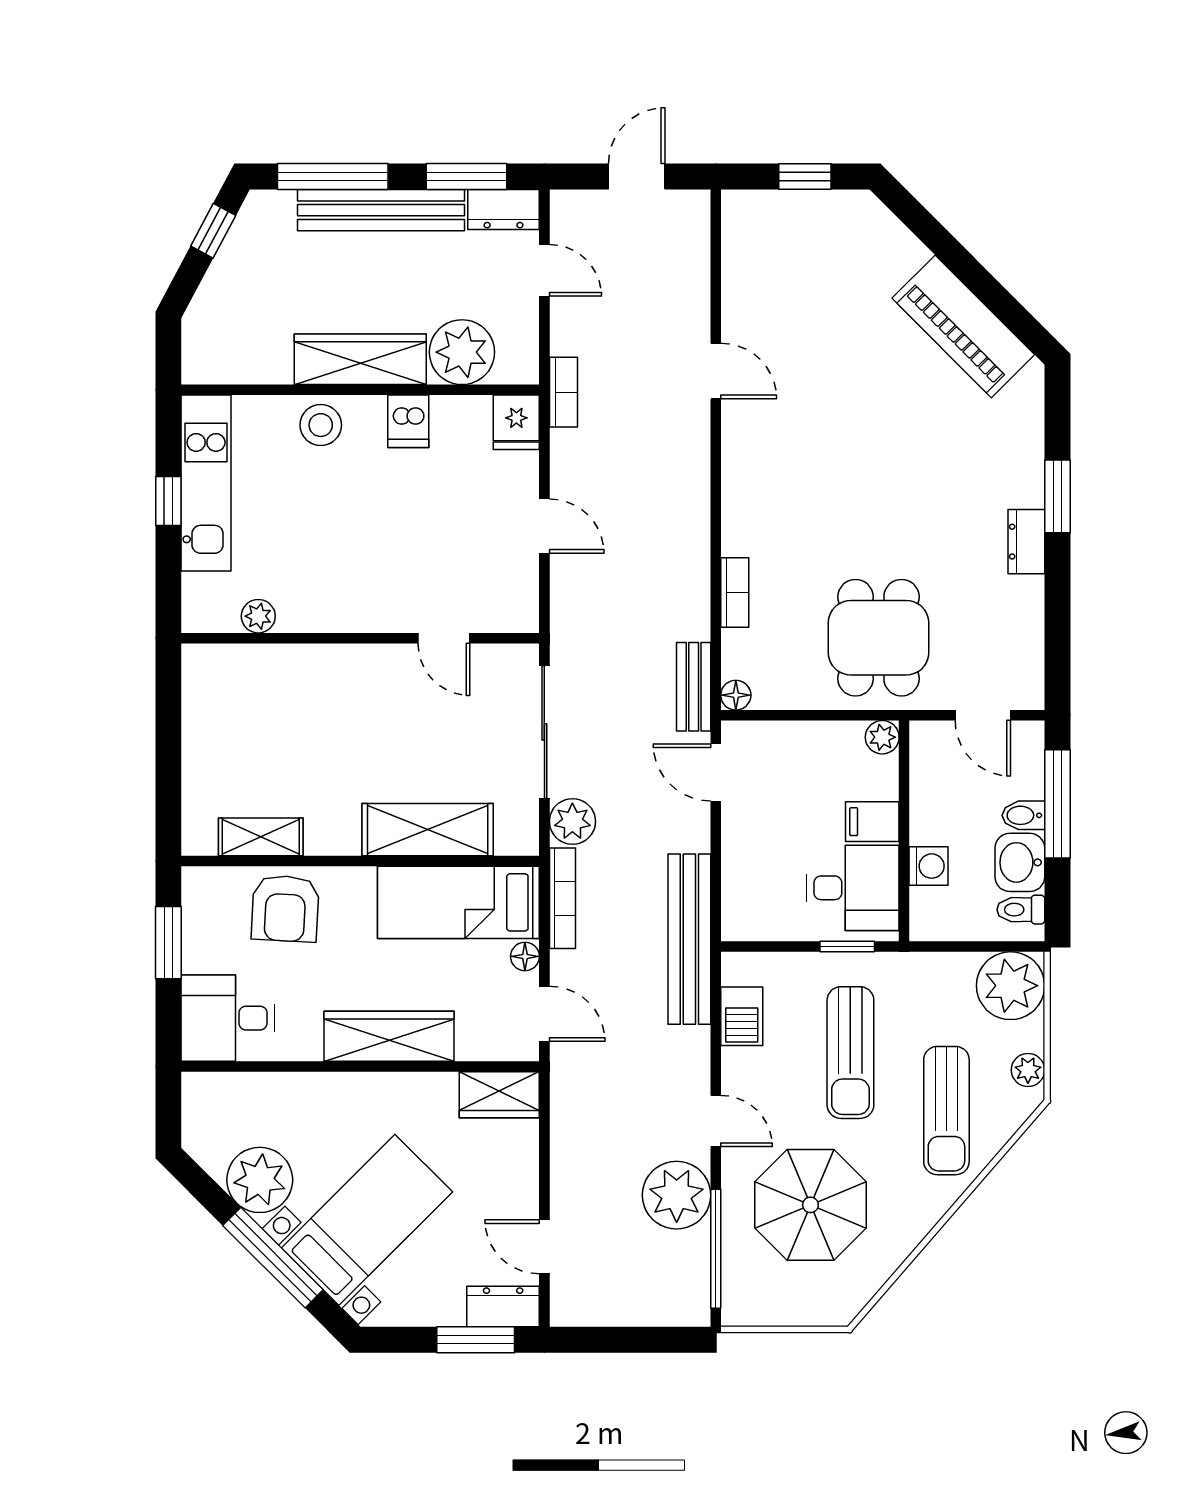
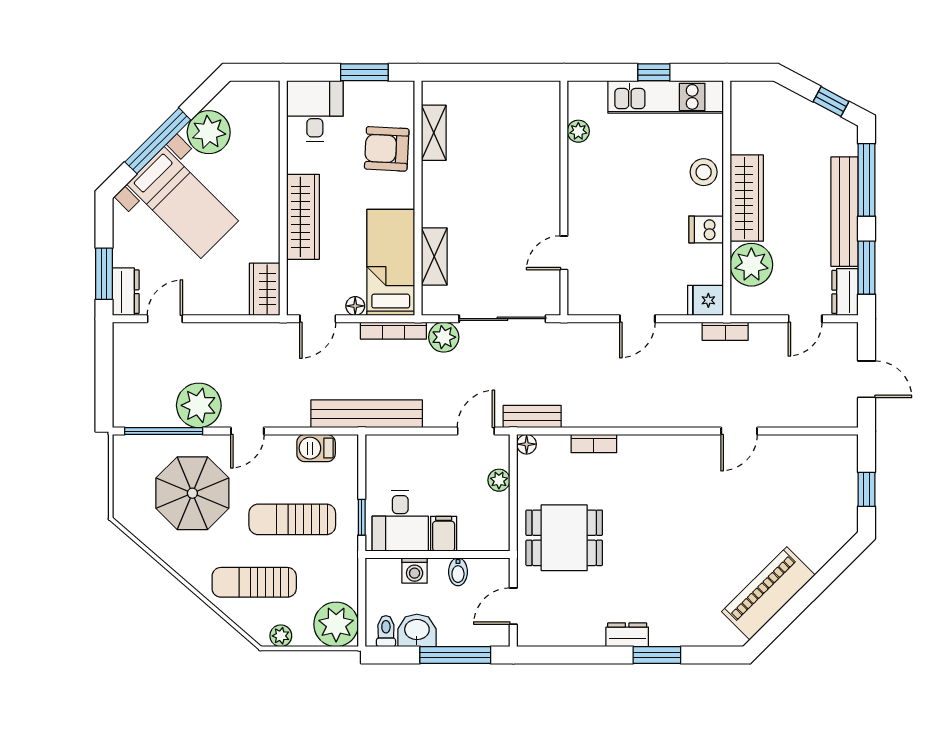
plant: (882, 737) -> (499, 480), moved
bidet: (1023, 815) -> (458, 572), moved, turned 180
shelving: (428, 830) -> (434, 256), width x0.67, depth x0.75

